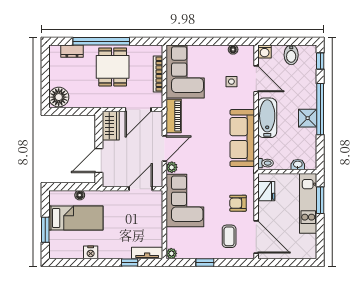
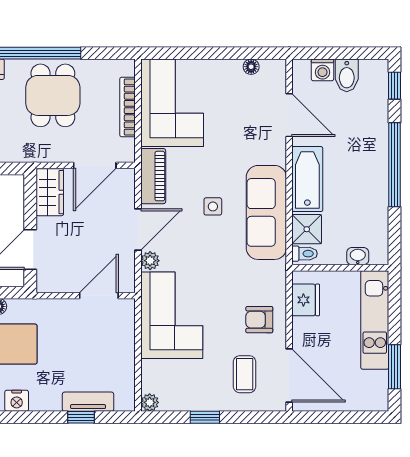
washing machine: (265, 51) -> (322, 70), moved
side table: (231, 82) -> (213, 206), moved
shower: (308, 118) -> (307, 229), moved
window: (320, 200) -> (394, 367), moved
tv unit: (147, 253) -> (88, 402), moved

